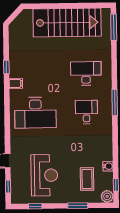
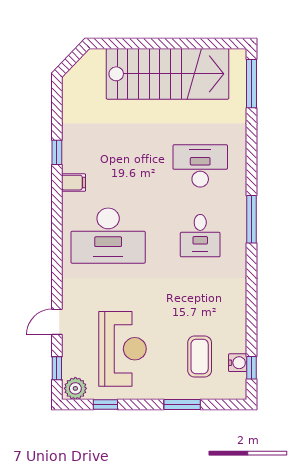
desk: (86, 112) -> (200, 236), turned 180
water cooler: (108, 166) -> (238, 363), moved
plant: (107, 196) -> (75, 388), moved

